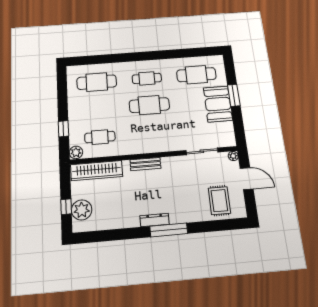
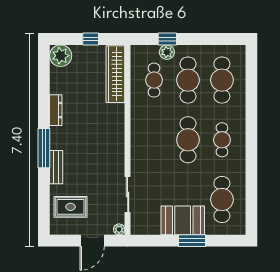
cafe table: (98, 109) -> (188, 80), added
plant: (76, 152) -> (167, 52), moved
bench: (145, 164) -> (56, 167), moved
window: (66, 207) -> (91, 39), moved
plant: (82, 210) -> (61, 56), moved
dresser: (155, 220) -> (56, 110), moved

